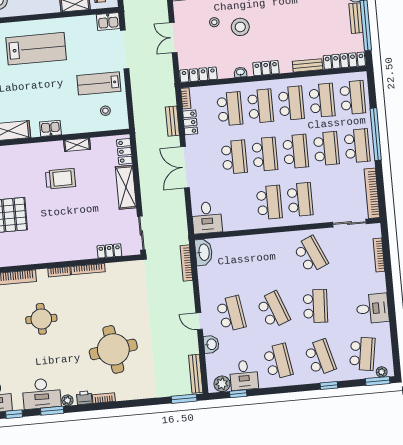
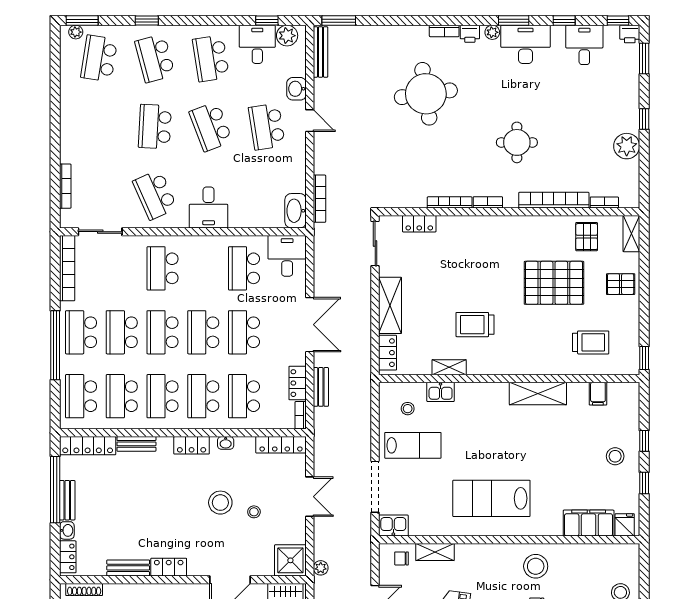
kitchen sink: (50, 128) -> (441, 392), moved
school desk: (269, 202) -> (244, 268), moved
desk: (372, 308) -> (209, 207), moved, turned -90

